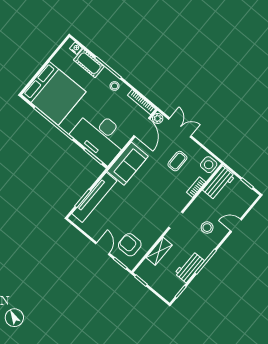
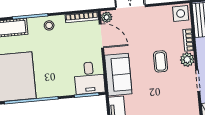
desk: (100, 136) -> (89, 78), width x0.53, depth x0.77
coffee table: (177, 161) -> (160, 61), moved
plant: (183, 199) -> (187, 60), added

